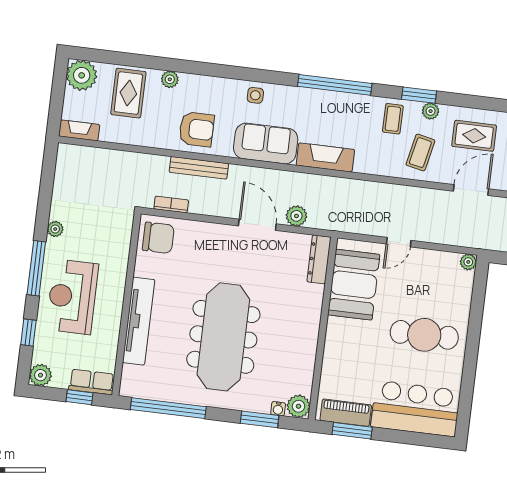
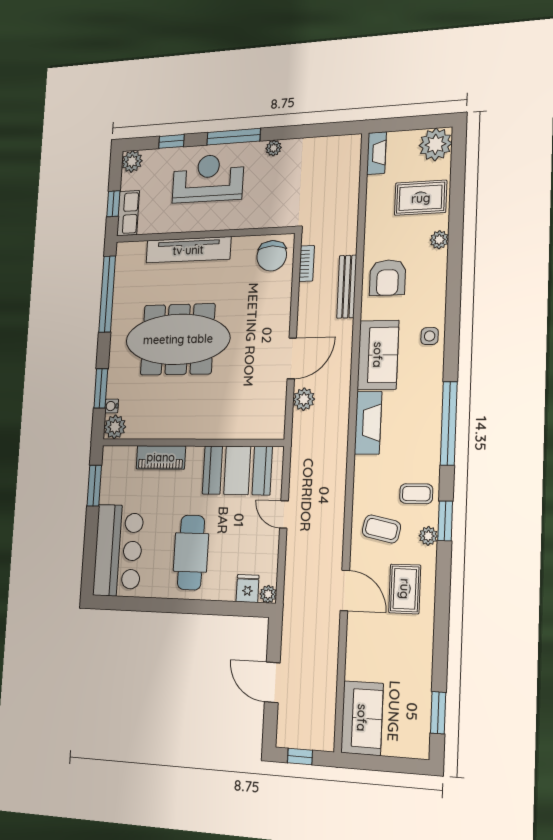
dresser: (319, 259) -> (261, 429), removed
fridge: (462, 281) -> (248, 589), added
piano: (346, 413) -> (161, 457), moved, turned 90

